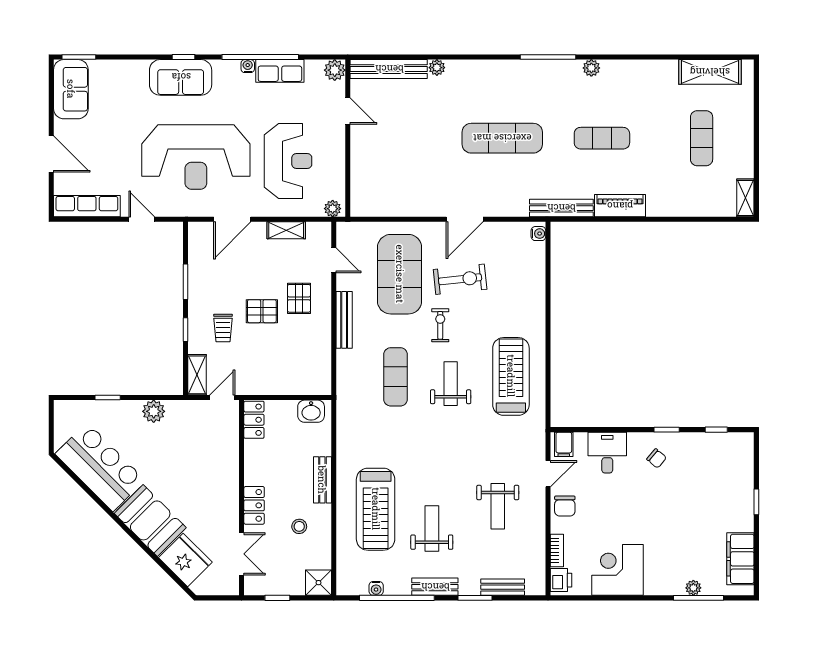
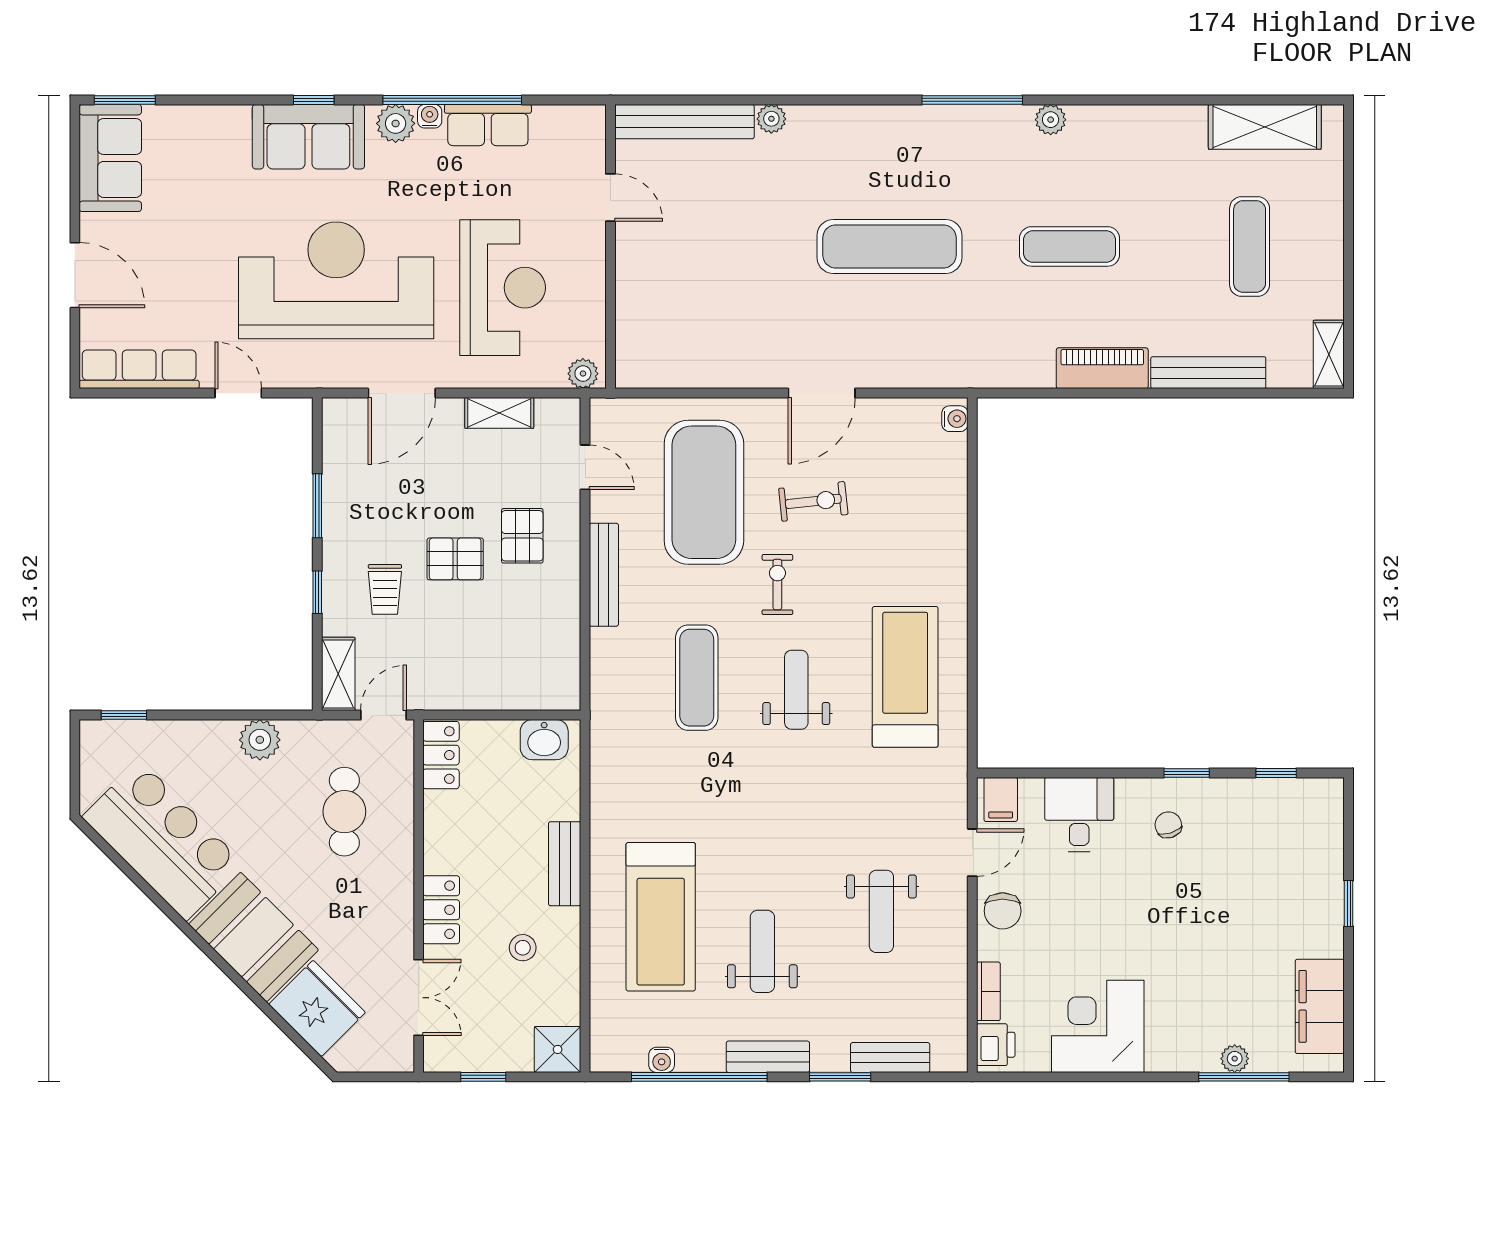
plant: (335, 70) -> (396, 123), moved
reception desk: (196, 157) -> (336, 280), turned 180
bench: (561, 208) -> (1208, 373), moved
exercise bike: (460, 279) -> (813, 501), width x0.73, depth x0.72
window: (108, 398) -> (124, 715), moved
cafe table: (200, 451) -> (344, 812), added
chair: (657, 458) -> (1168, 825), turned -148

